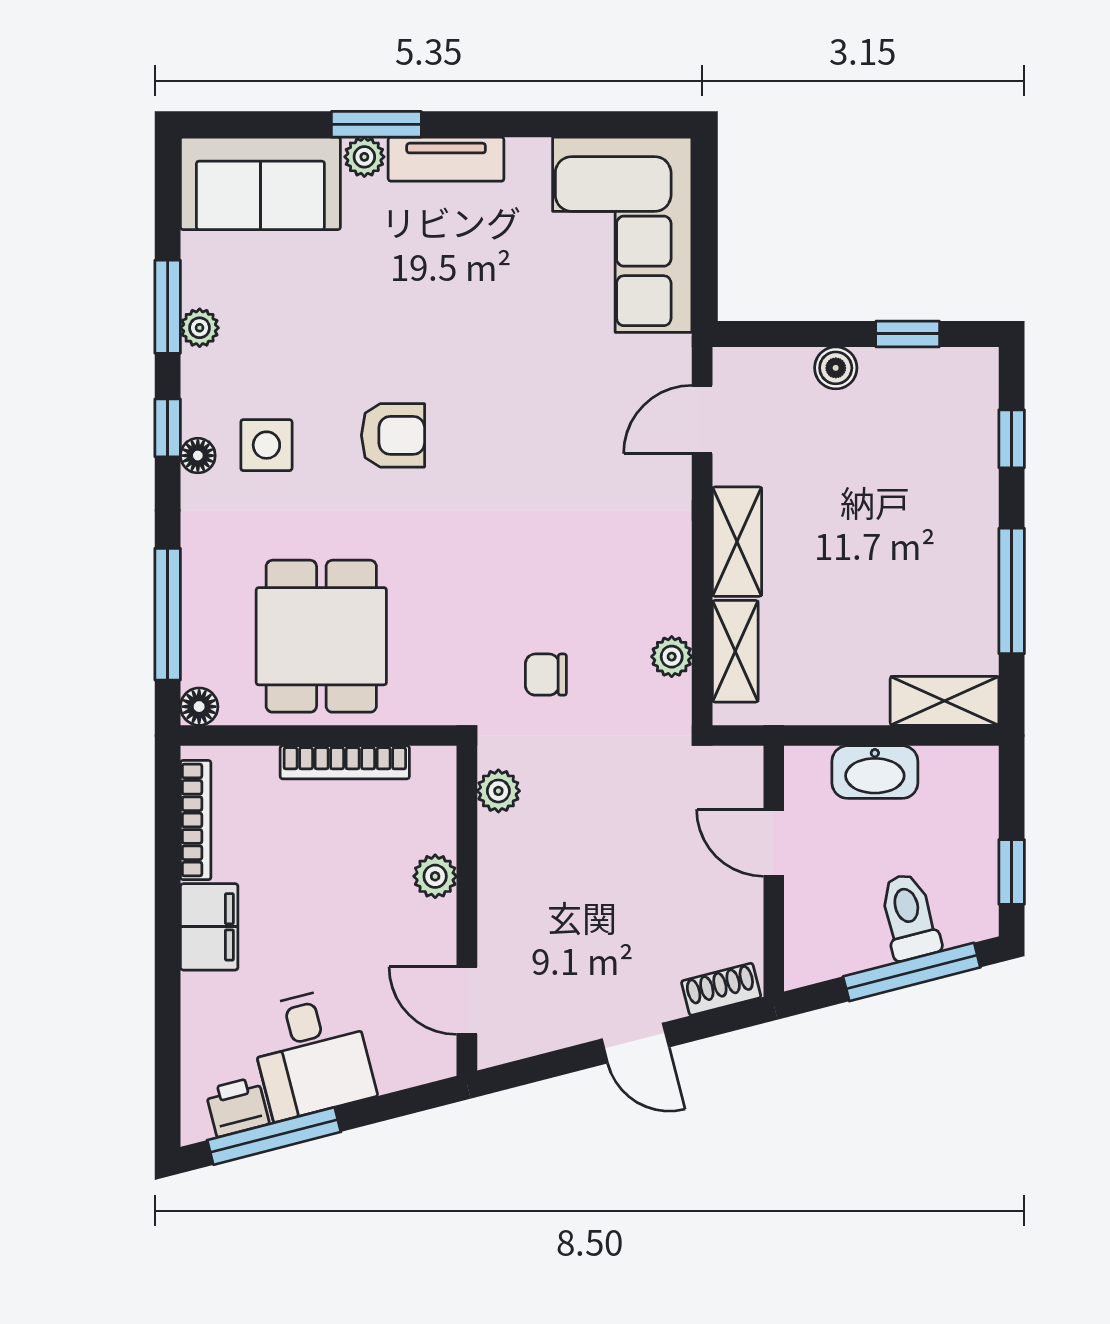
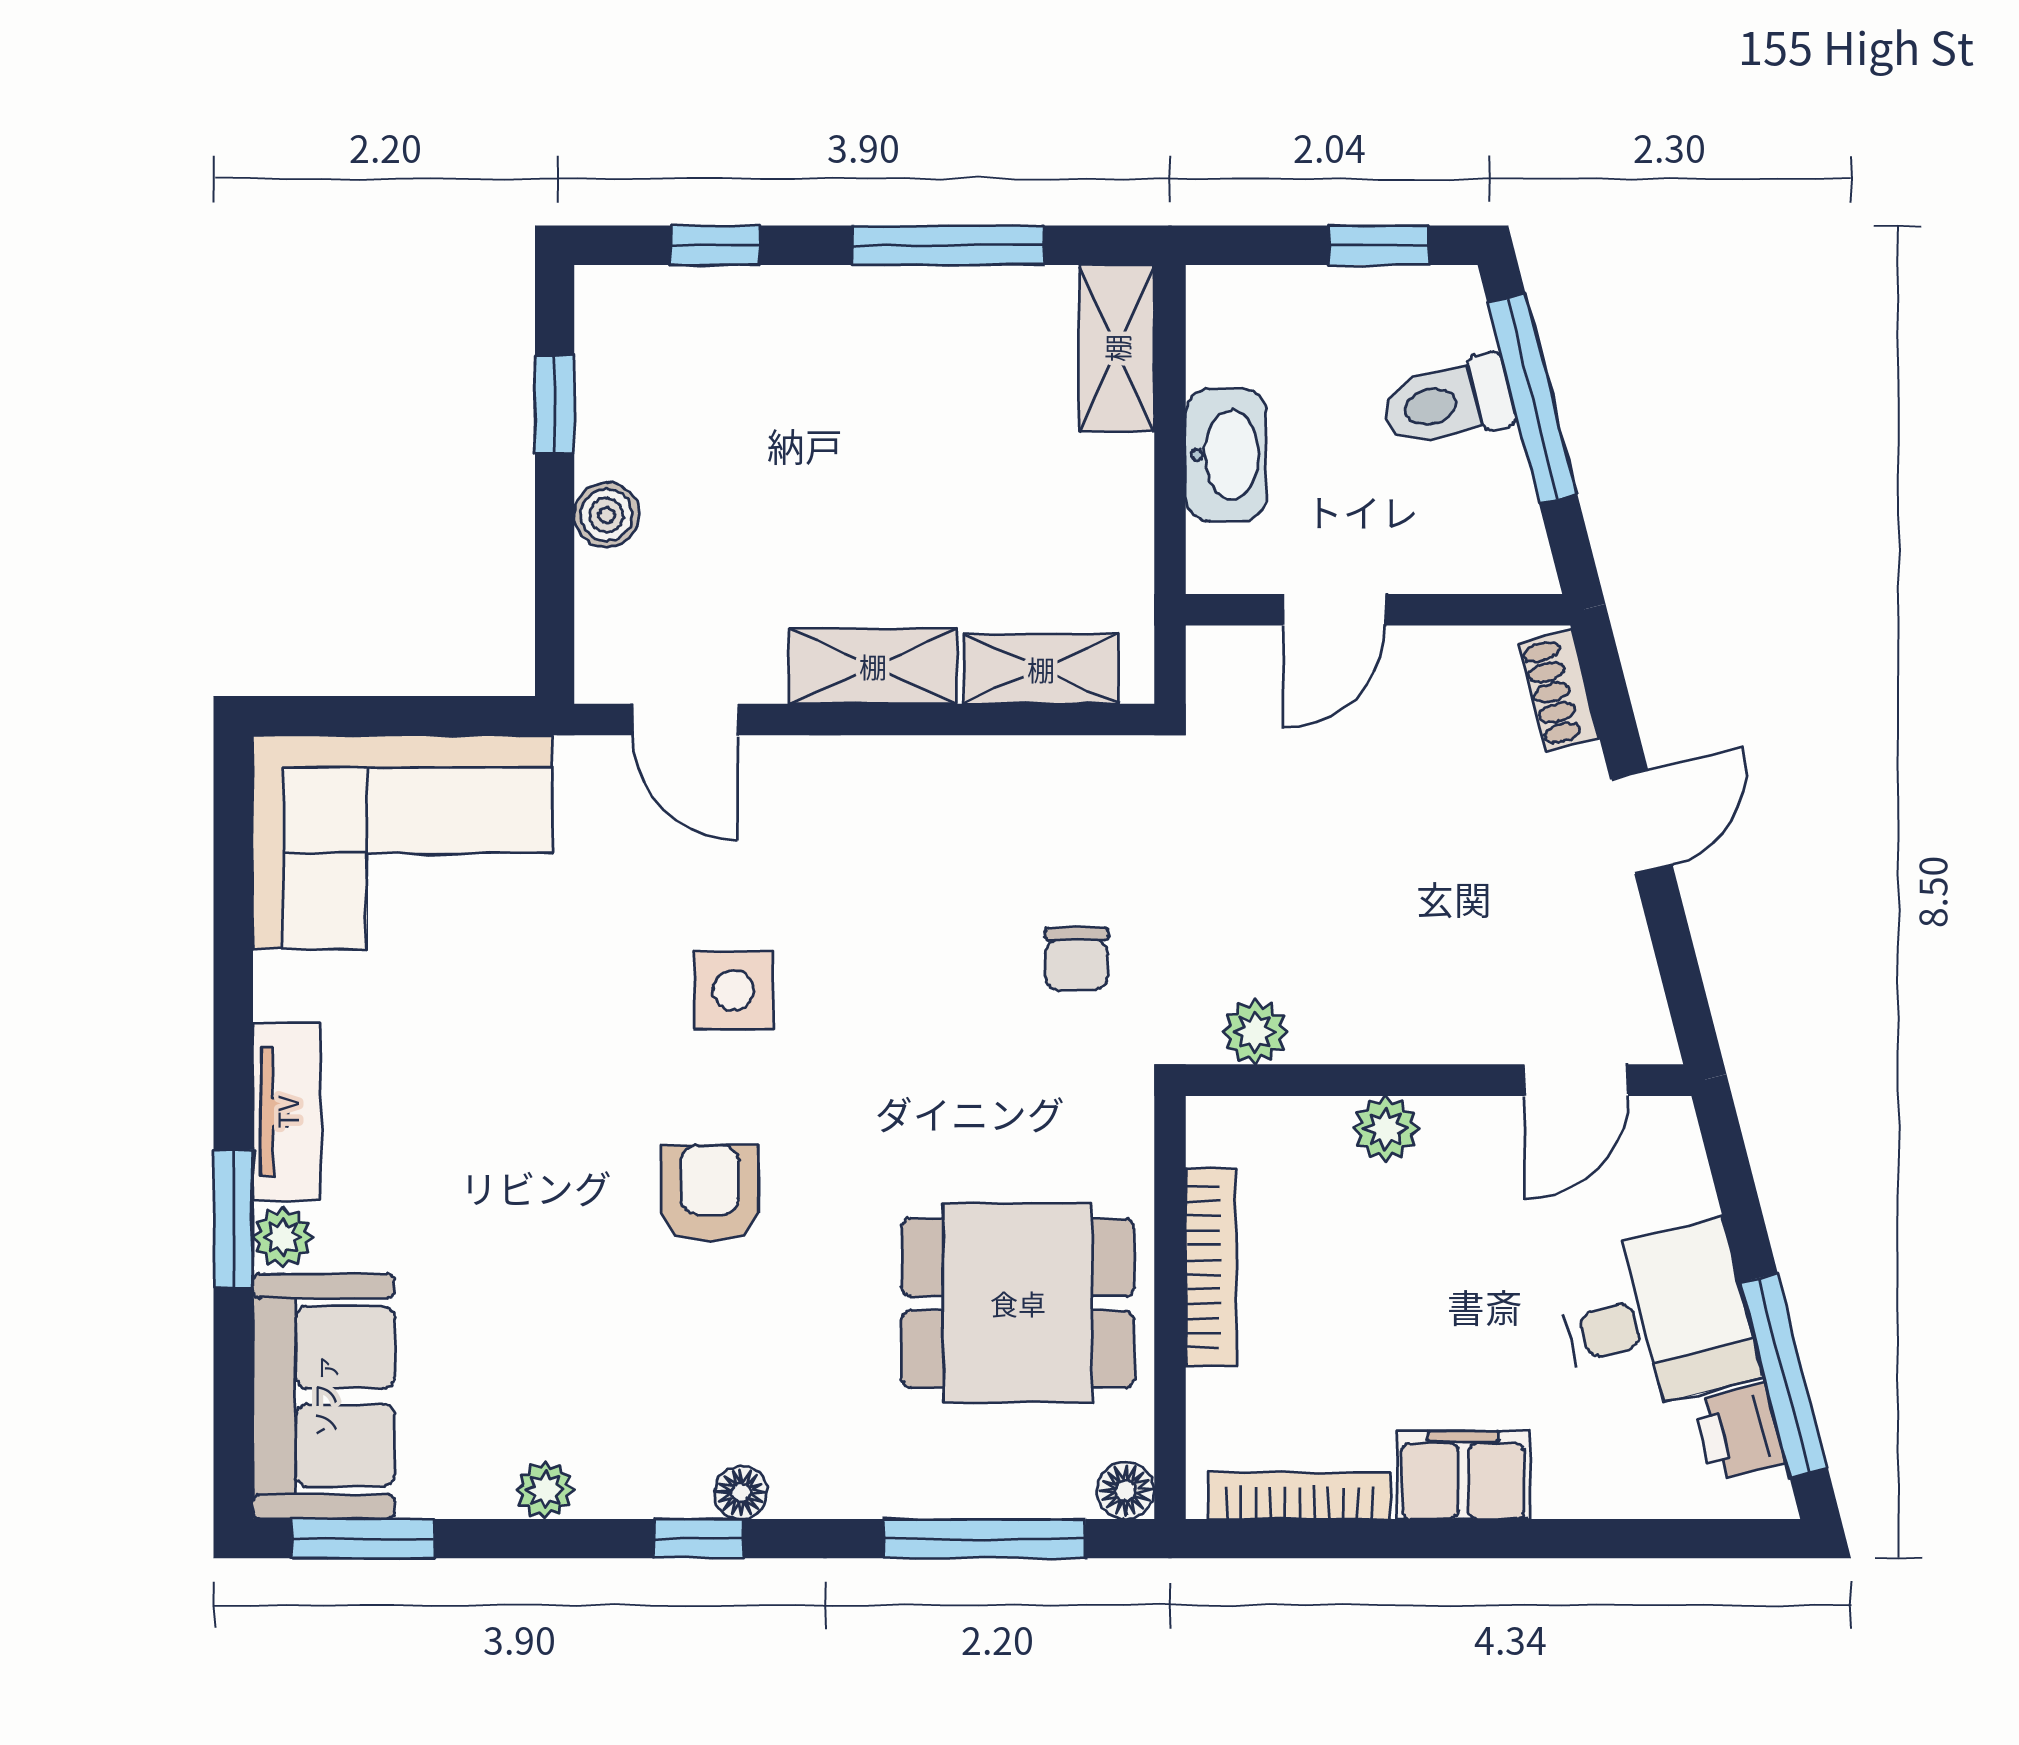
window: (168, 307) -> (363, 1539), moved
side table: (266, 445) -> (733, 991), moved
plant: (672, 657) -> (1049, 766), removed

